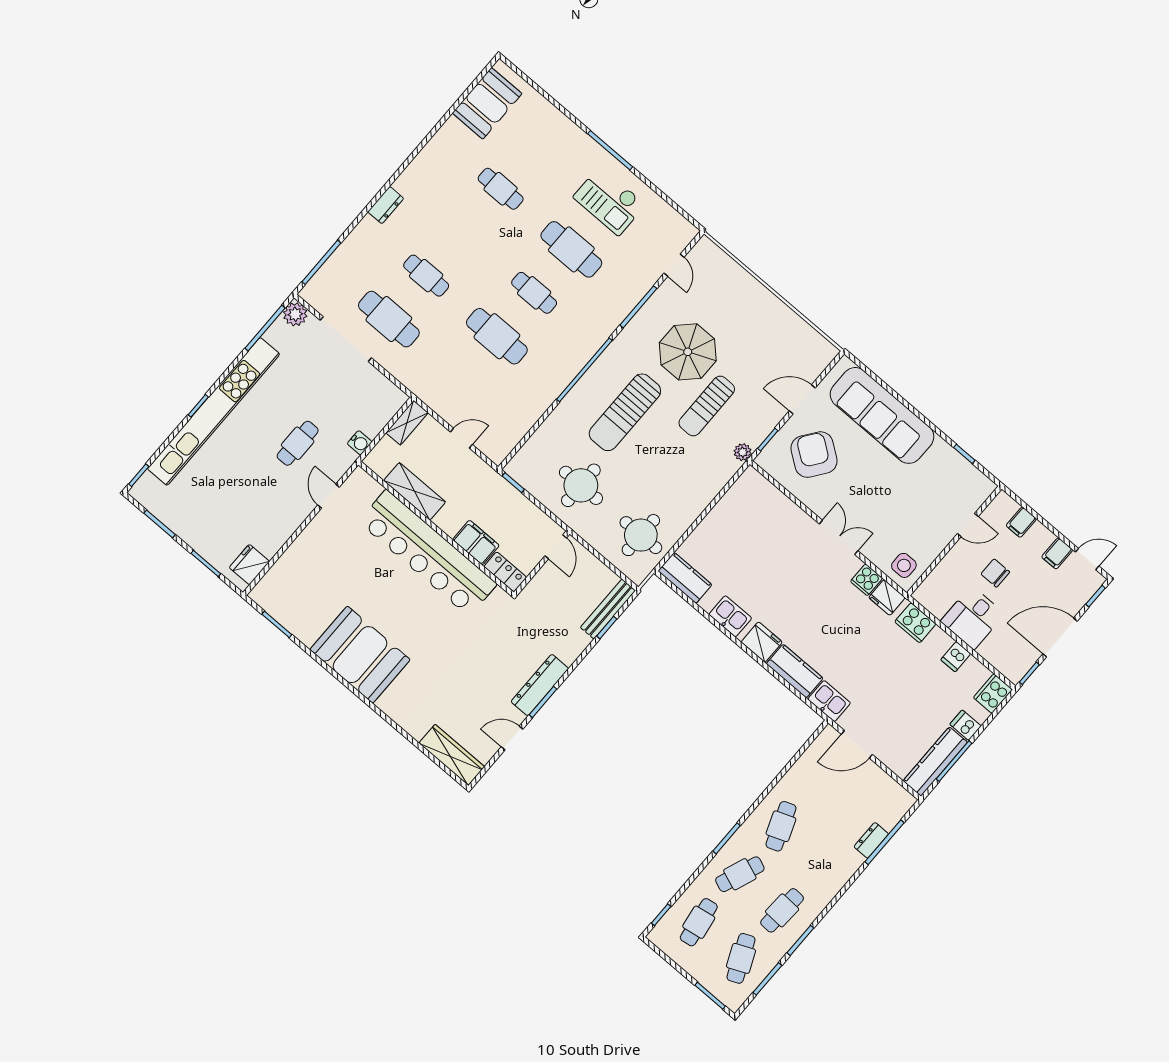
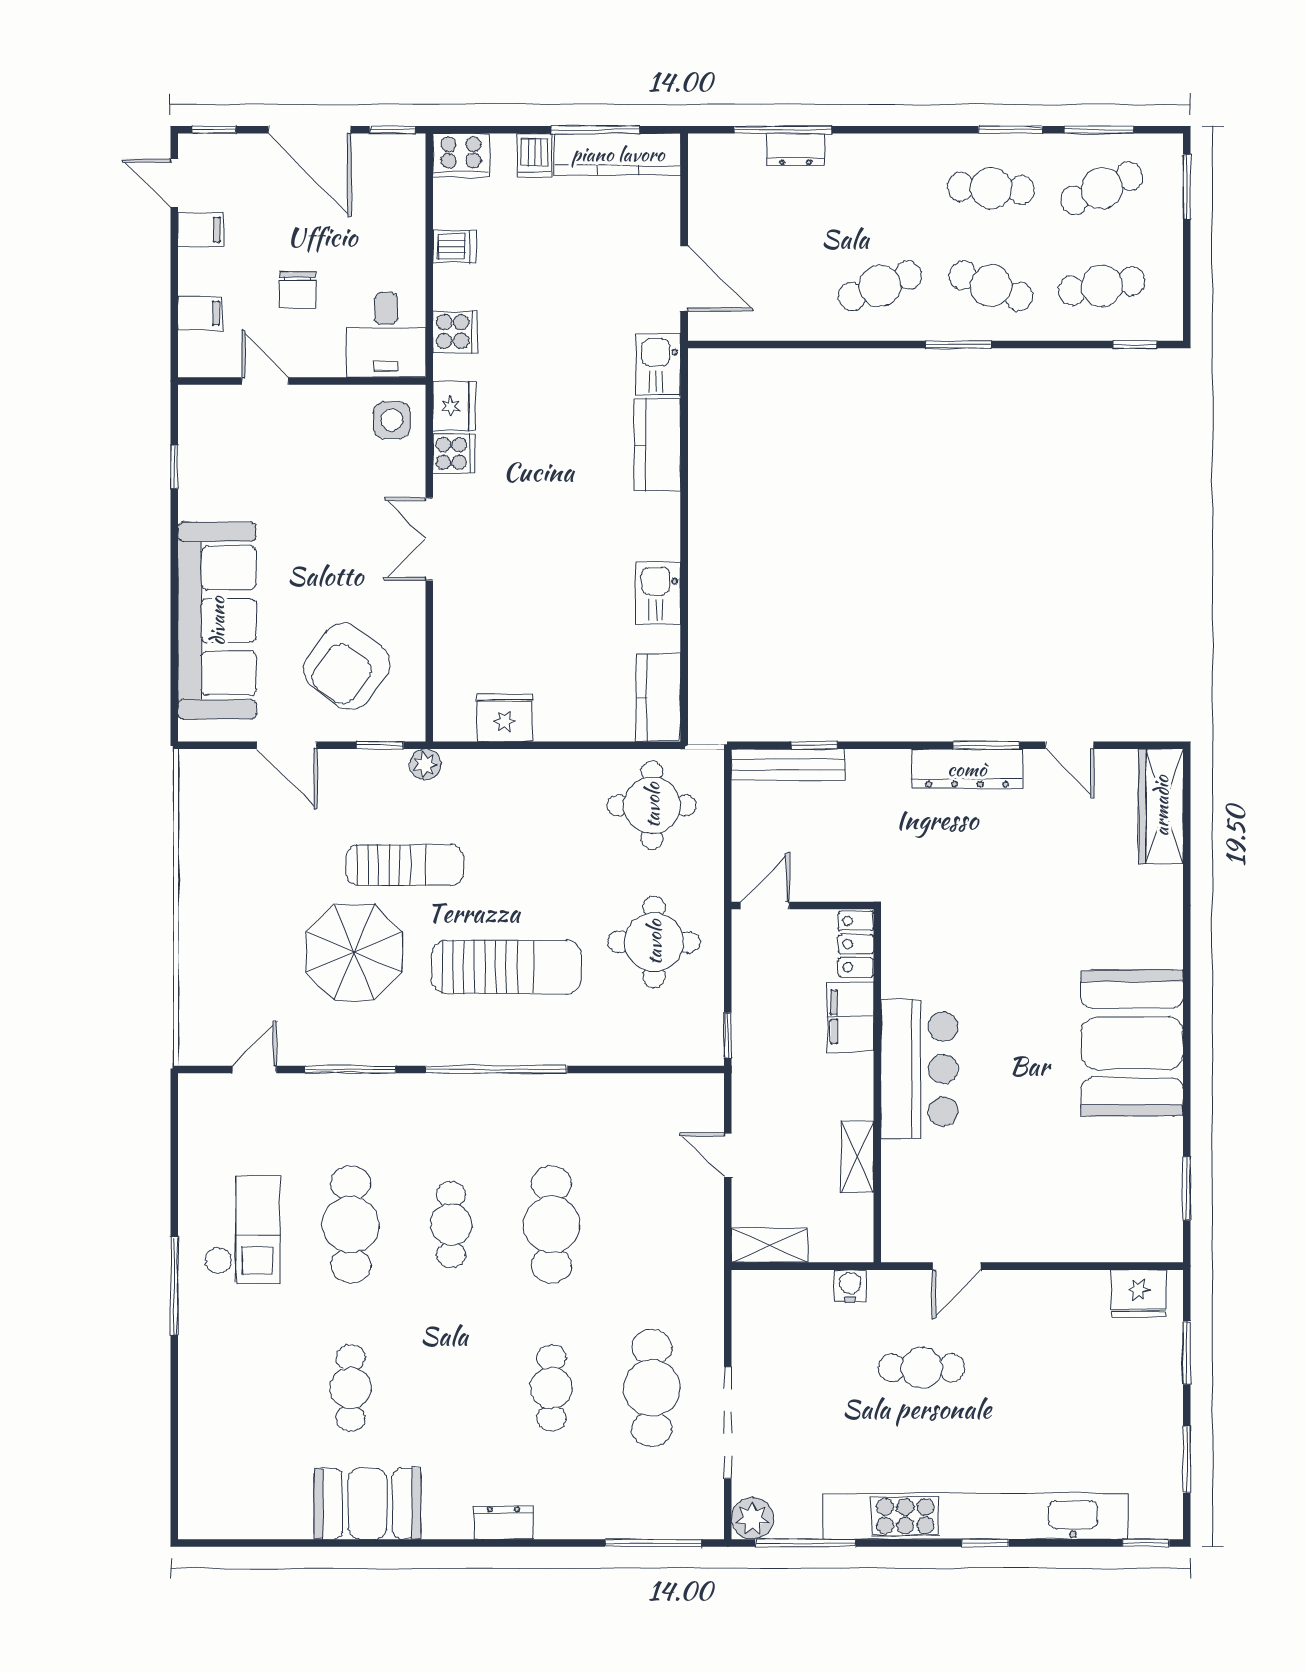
booth: (487, 103) -> (367, 1504), moved
shelving: (415, 491) -> (857, 1157), width x0.67, depth x0.75
bar counter: (428, 553) -> (919, 1069), width x0.54
desk: (973, 618) -> (386, 335), moved, turned 90
cooker: (915, 623) -> (455, 332), width x0.73
fridge: (762, 642) -> (504, 718), moved, turned 90

